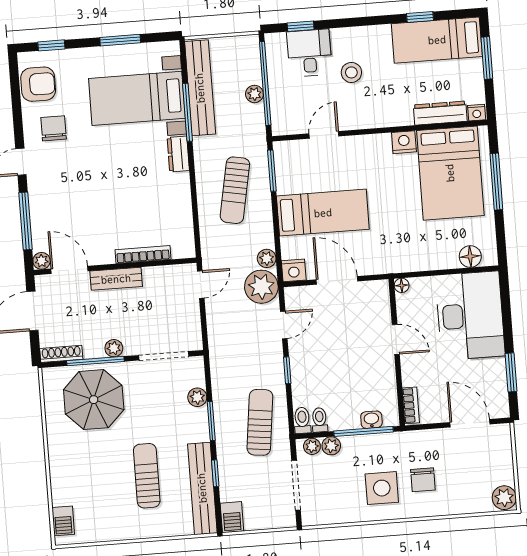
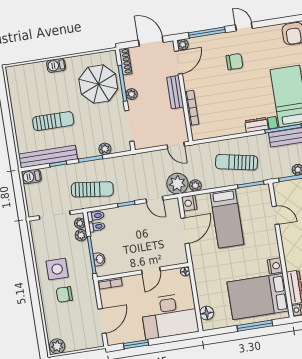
chair: (54, 128) -> (235, 62), moved
barbecue: (63, 521) -> (56, 65), moved

